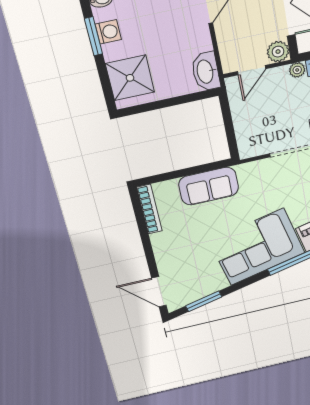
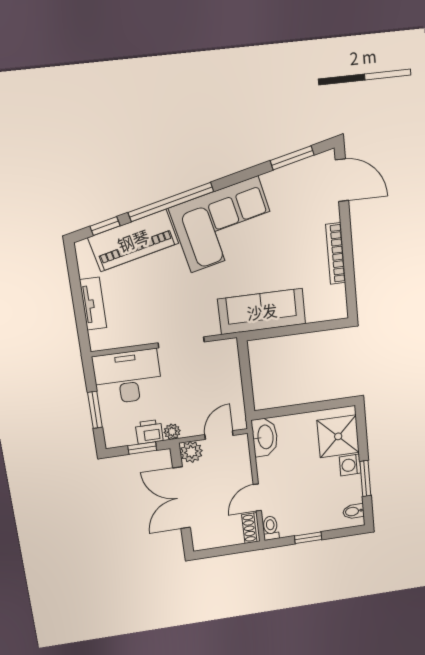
washing machine: (108, 32) -> (350, 465), moved
sofa: (209, 186) -> (262, 311), width x1.36
bookcase: (149, 209) -> (336, 254), moved

